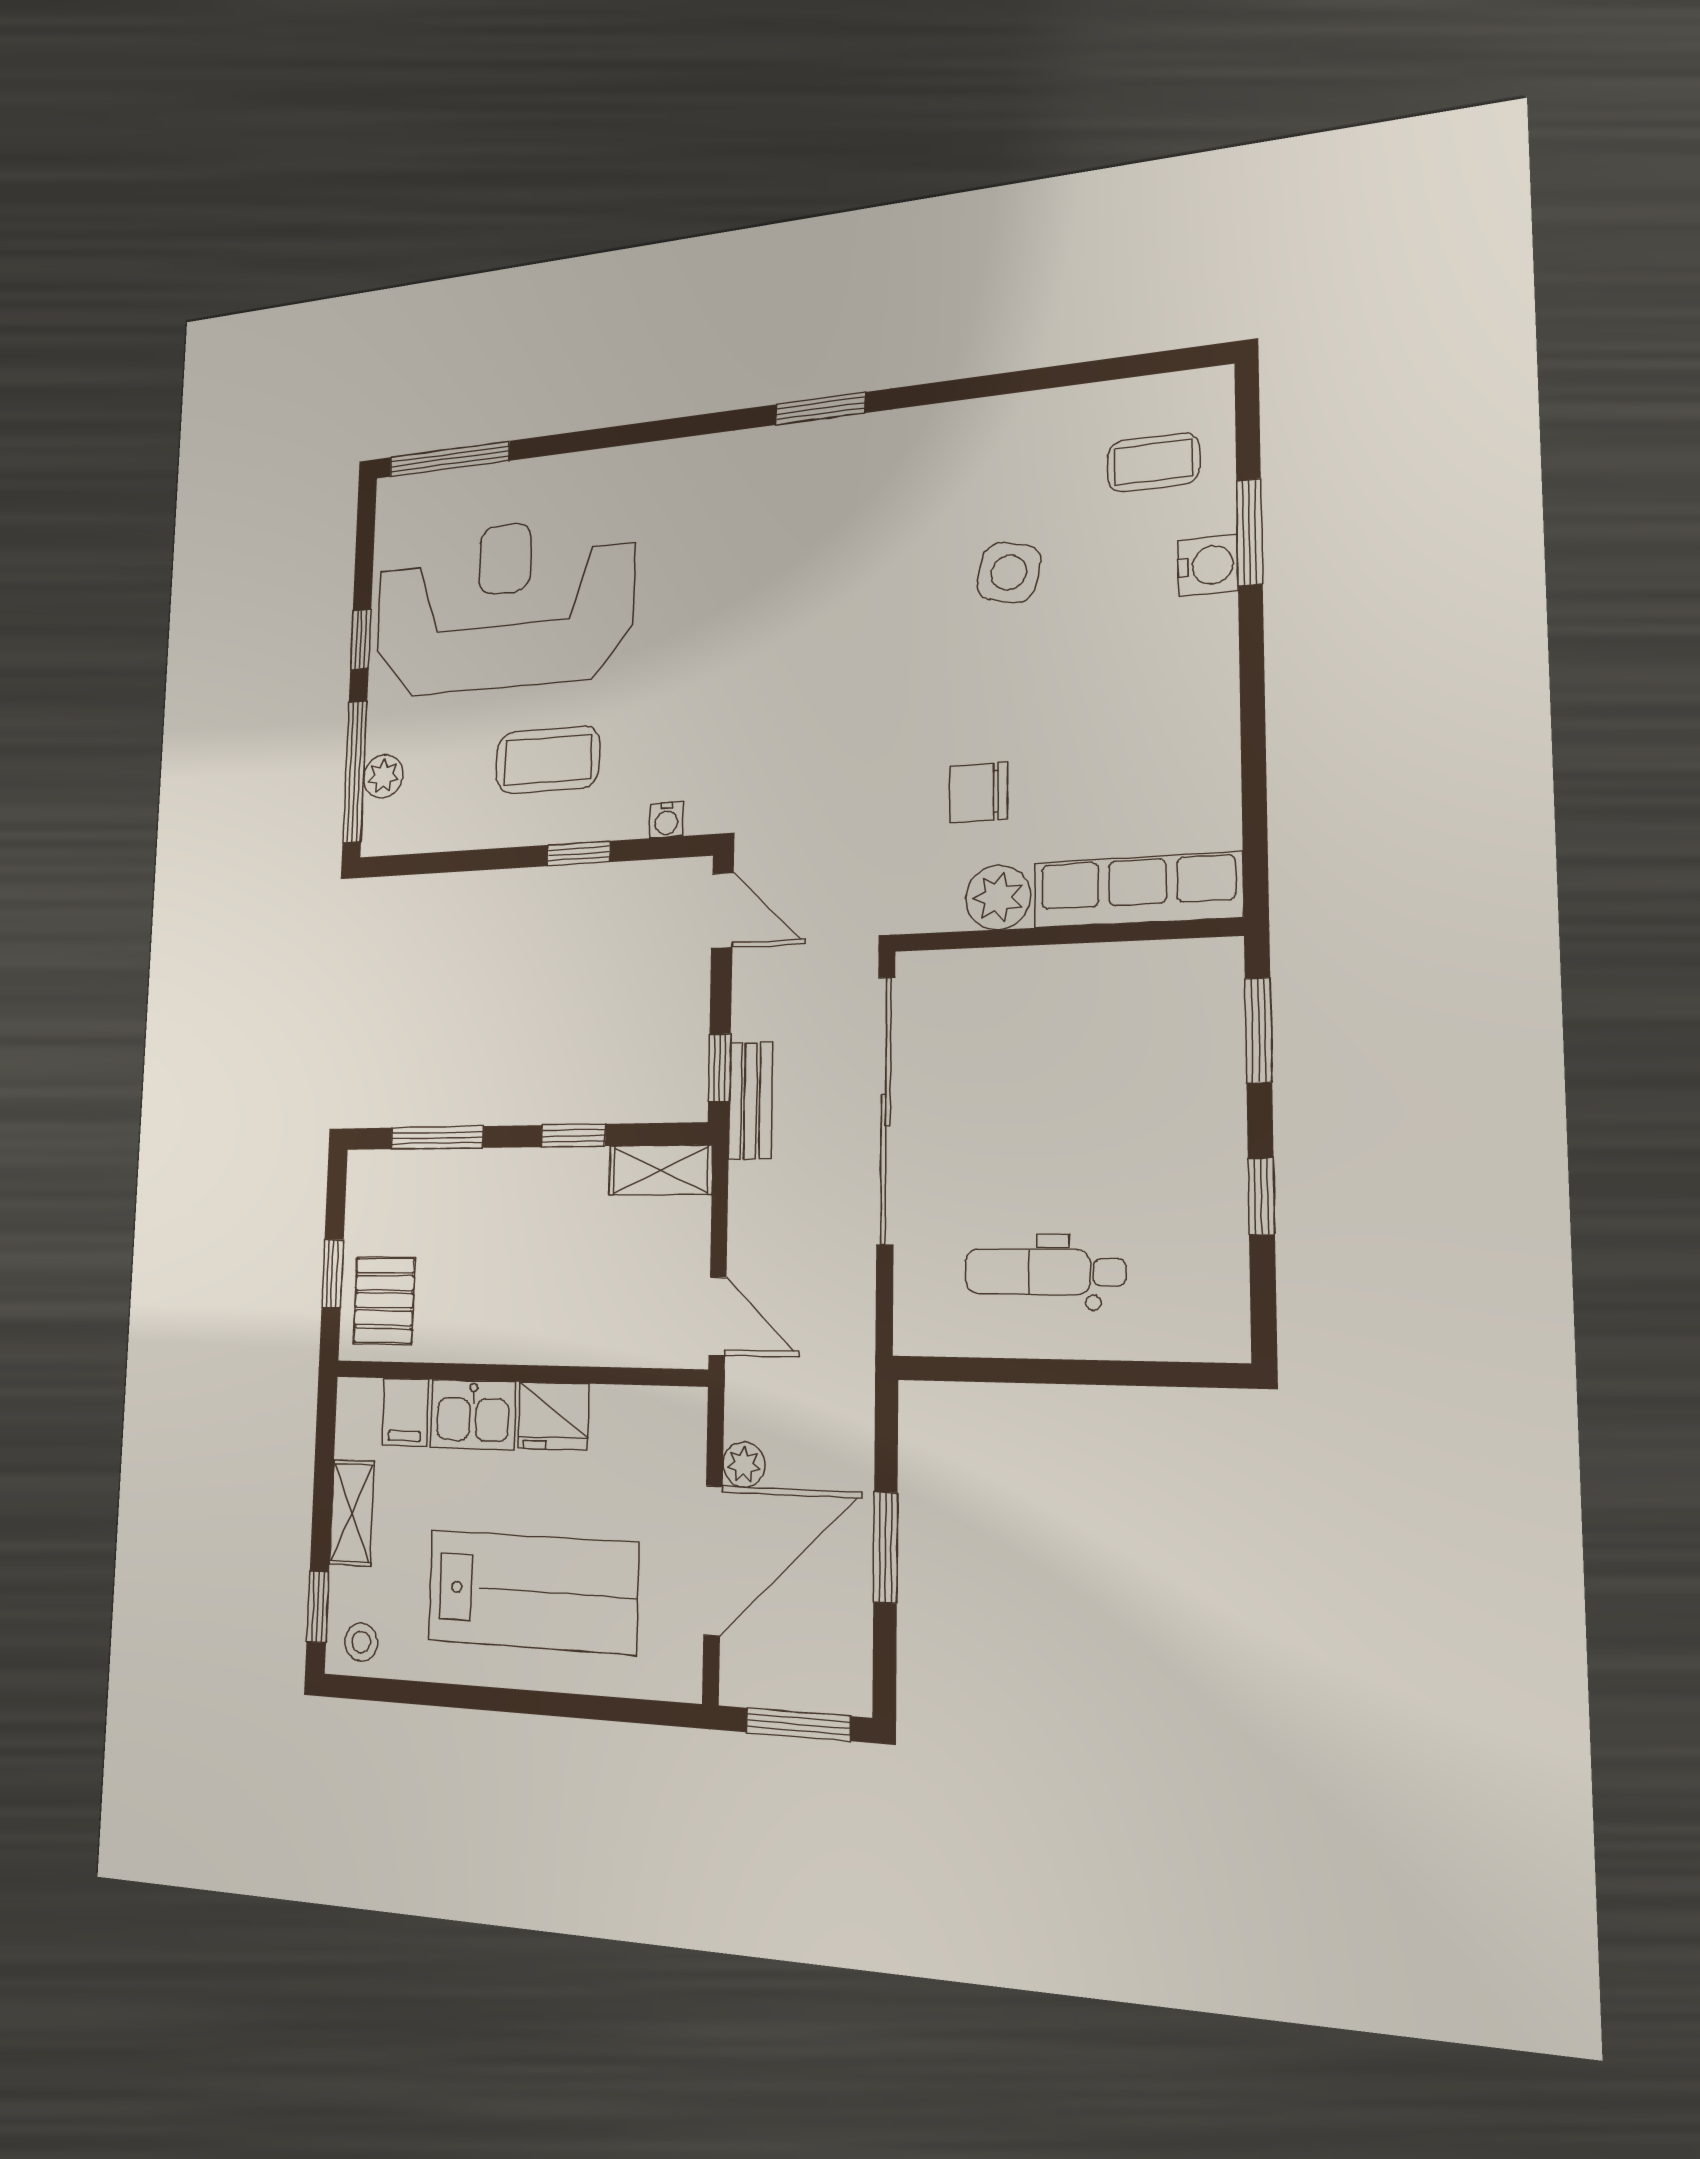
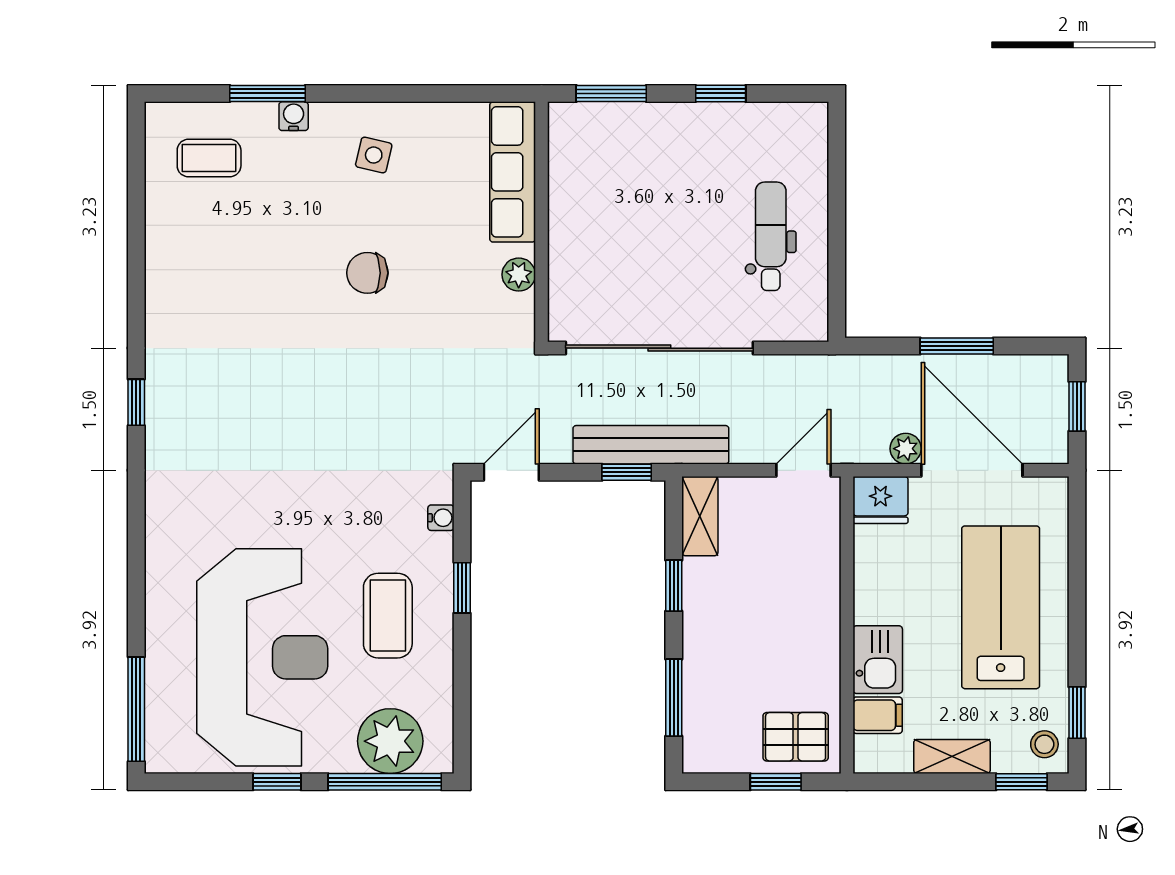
window: (820, 409) -> (136, 402), width x0.67
coffee table: (1153, 462) -> (209, 158), turned 90
water cooler: (1208, 565) -> (294, 116), width x0.72, depth x0.72
side table: (1009, 572) -> (374, 155), moved, width x0.73, depth x0.73
reception desk: (503, 606) -> (262, 657), turned 180
plant: (383, 776) -> (390, 741), width x1.87, depth x1.87
chair: (979, 793) -> (367, 273), moved, turned 90
plant: (998, 897) -> (519, 275), width x0.73, depth x0.73
bench: (751, 1101) -> (651, 445), width x1.86, depth x1.21
dental chair: (1045, 1272) -> (771, 236), turned 180
fridge: (554, 1416) -> (880, 500), moved, turned 90
window: (398, 1691) -> (1077, 713), added
window: (798, 1724) -> (1077, 406), width x0.67

